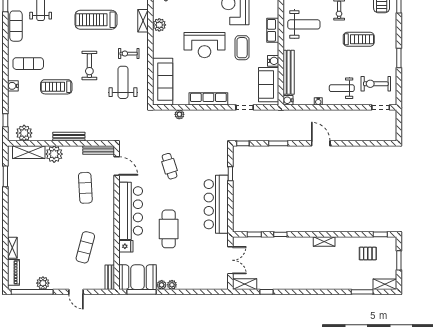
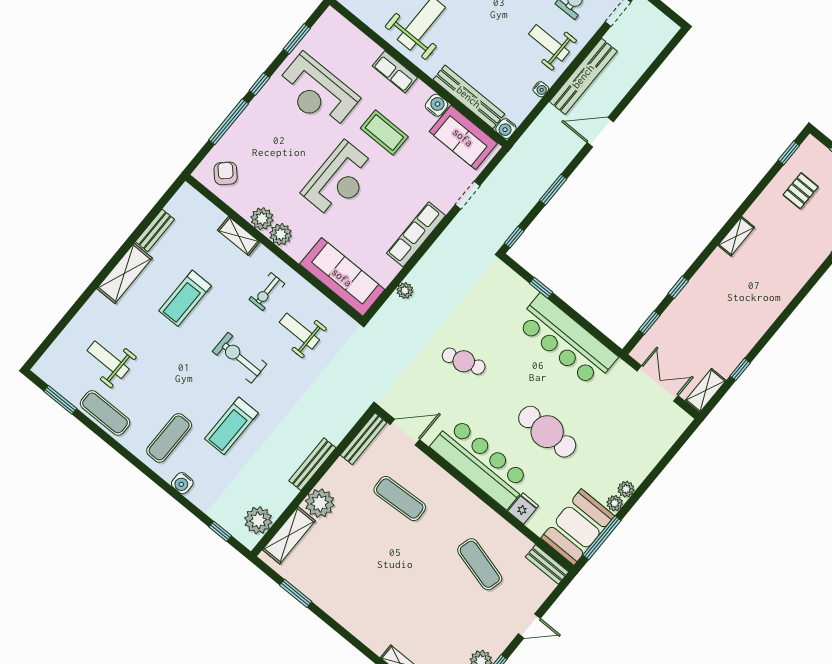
treadmill: (96, 20) -> (185, 298), width x0.73, depth x0.73
plant: (159, 39) -> (281, 234), added
exercise bike: (89, 66) -> (240, 358), turned 180
weight bench: (123, 82) -> (299, 331), width x0.73, depth x0.75
weight bench: (342, 88) -> (549, 43), turned 90
bench: (339, 116) -> (583, 76), added

